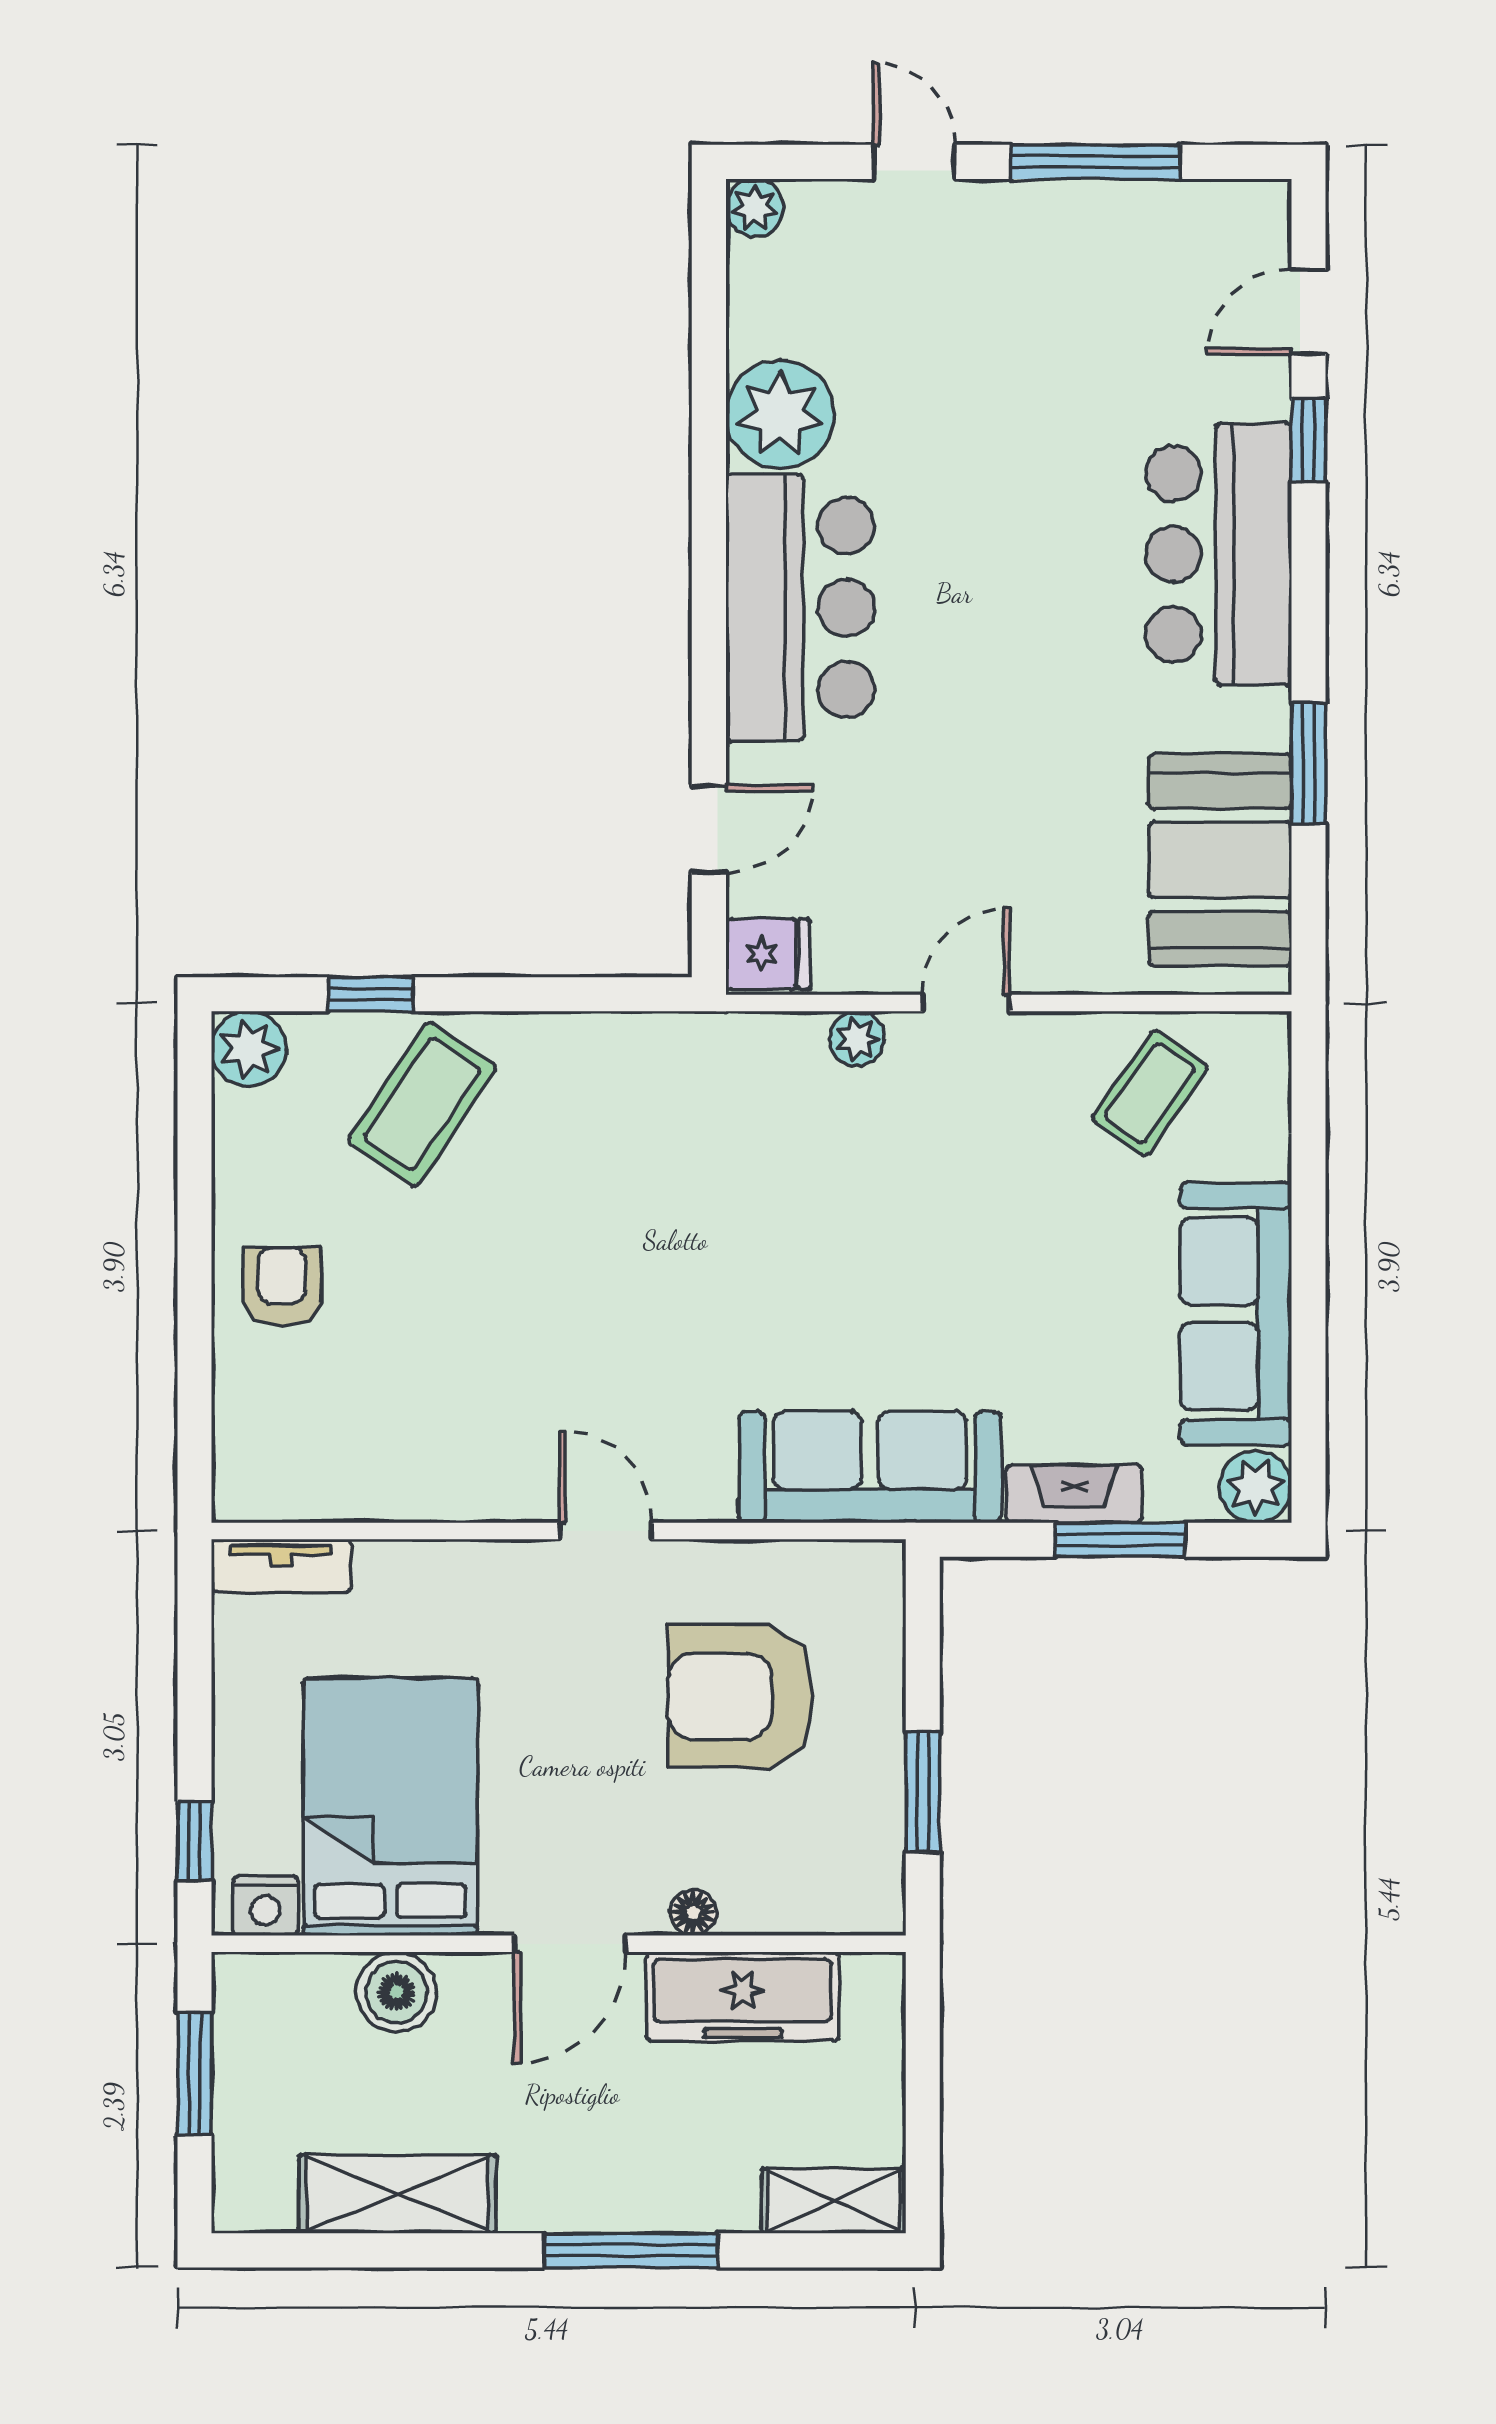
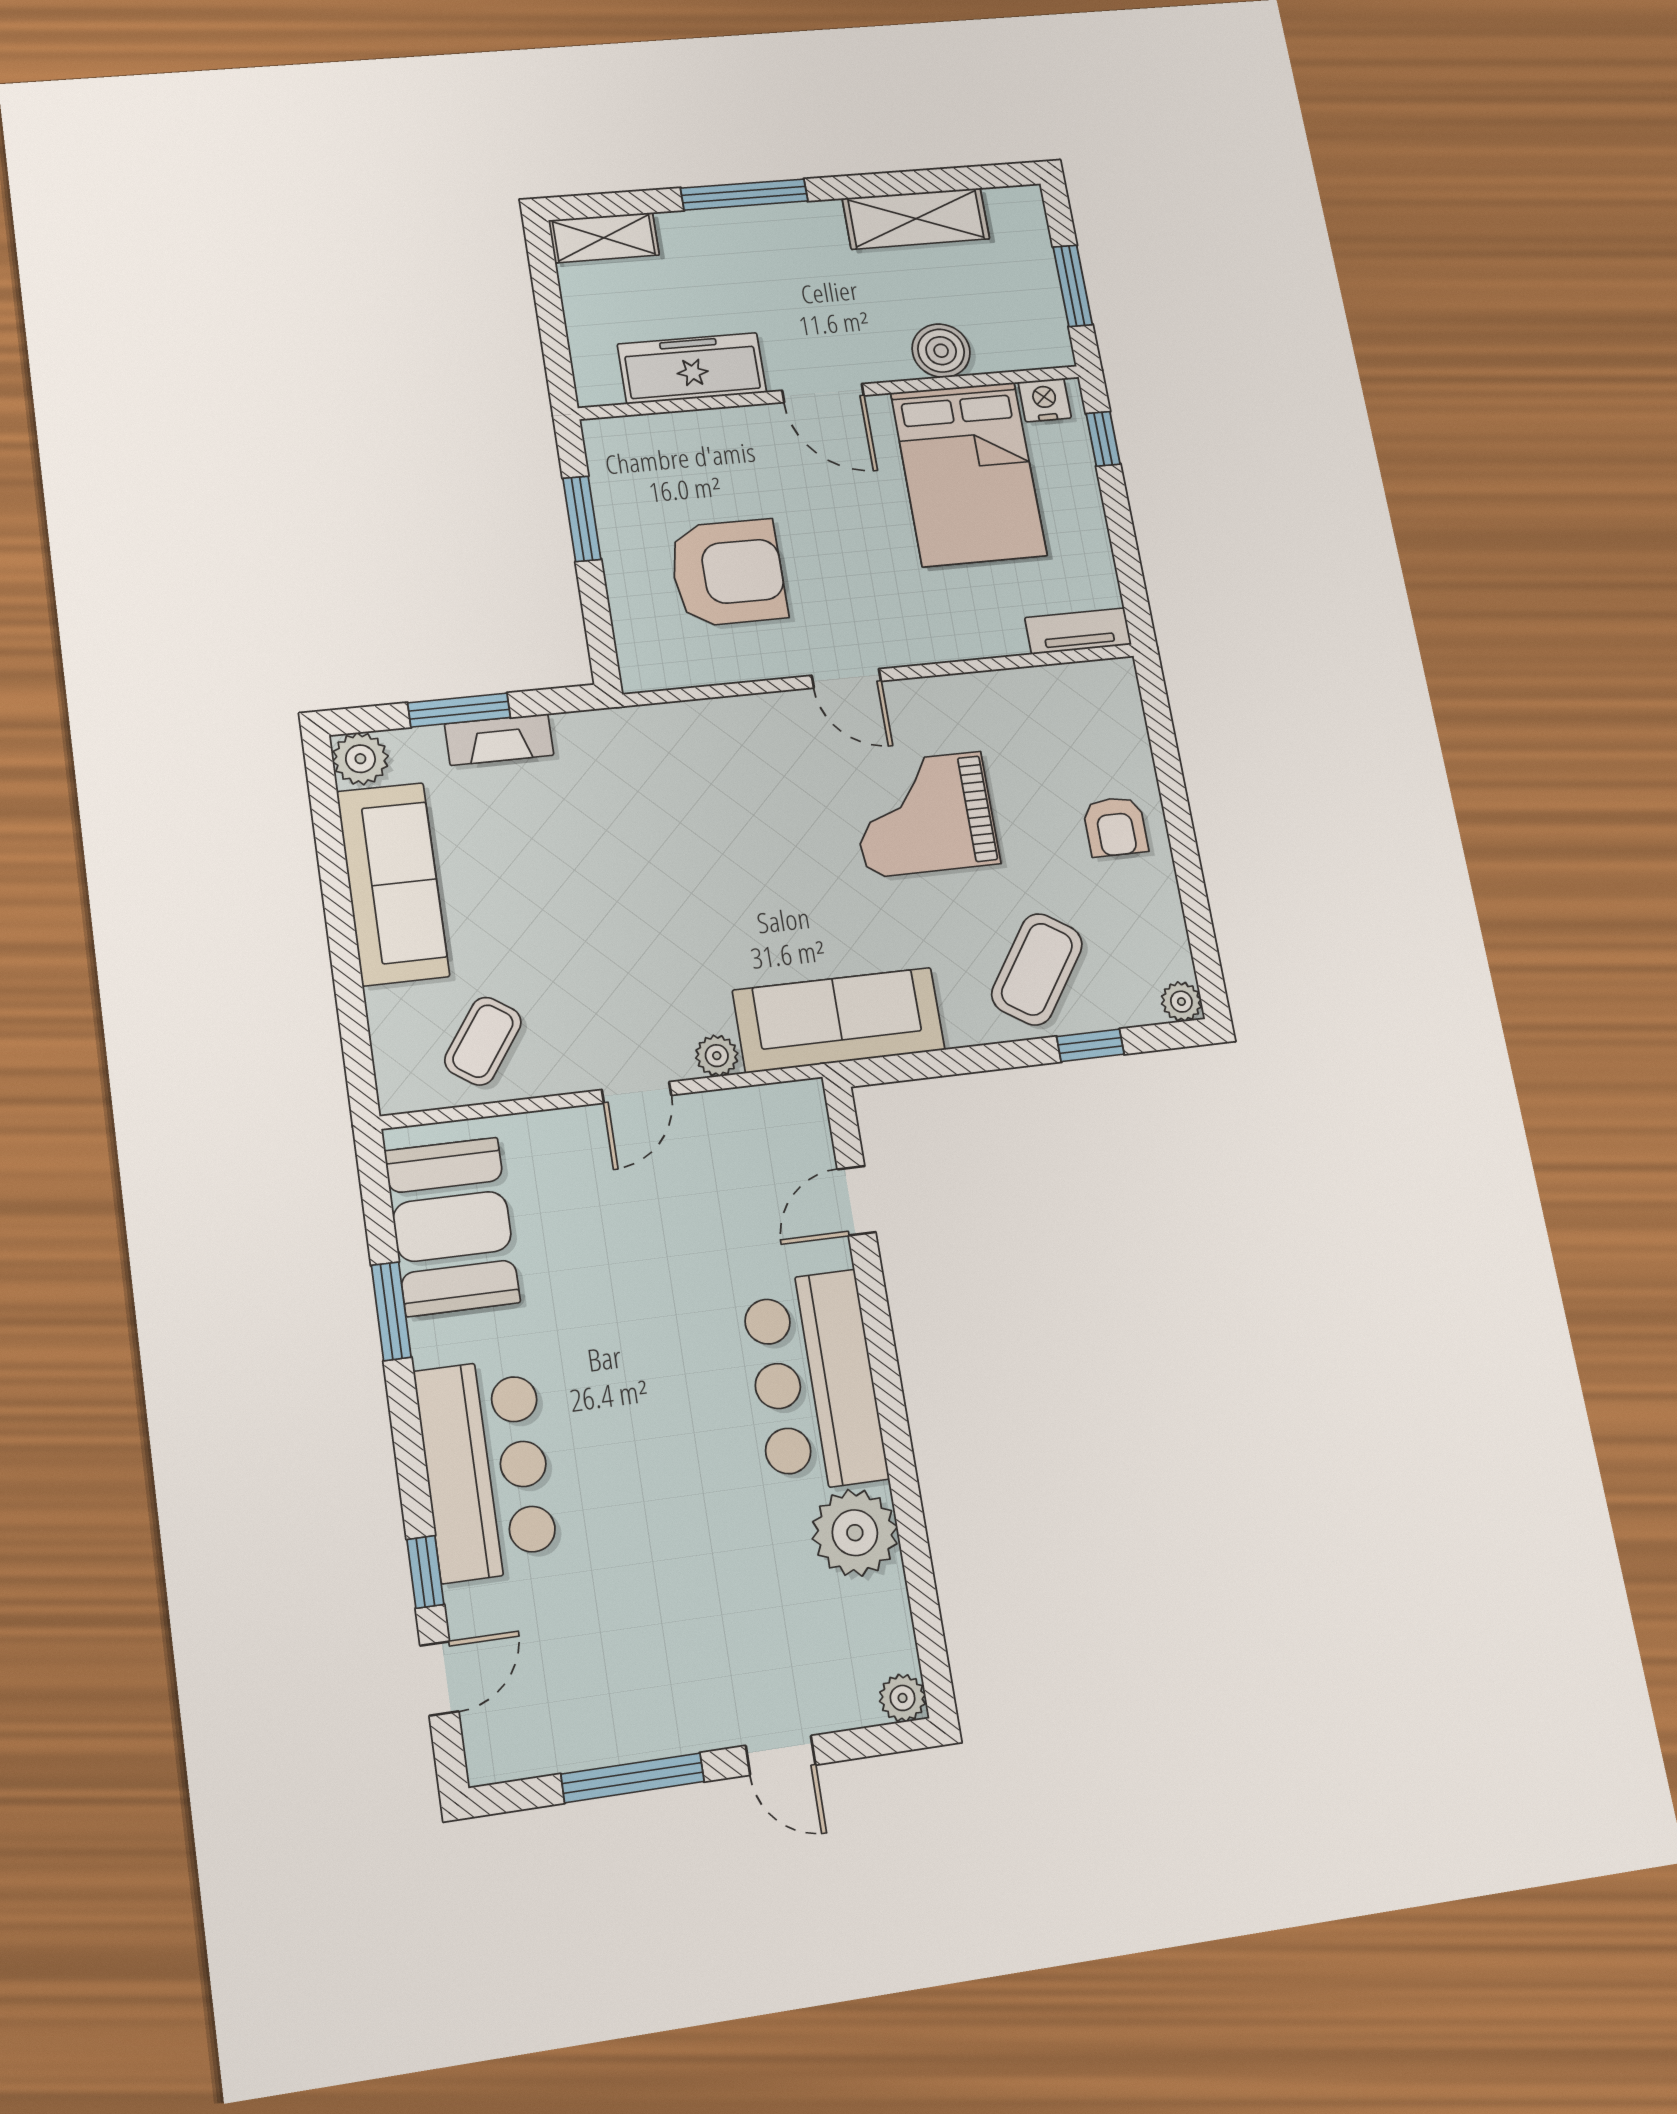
fridge: (768, 954) -> (795, 1111), removed
plant: (249, 1049) -> (1181, 1002), width x0.73, depth x0.73
grand piano: (535, 1331) -> (924, 814), added
sofa: (870, 1467) -> (839, 1020), moved, turned 180
floor lamp: (693, 1913) -> (737, 422), removed
door: (570, 1944) -> (823, 393), swing flipped

